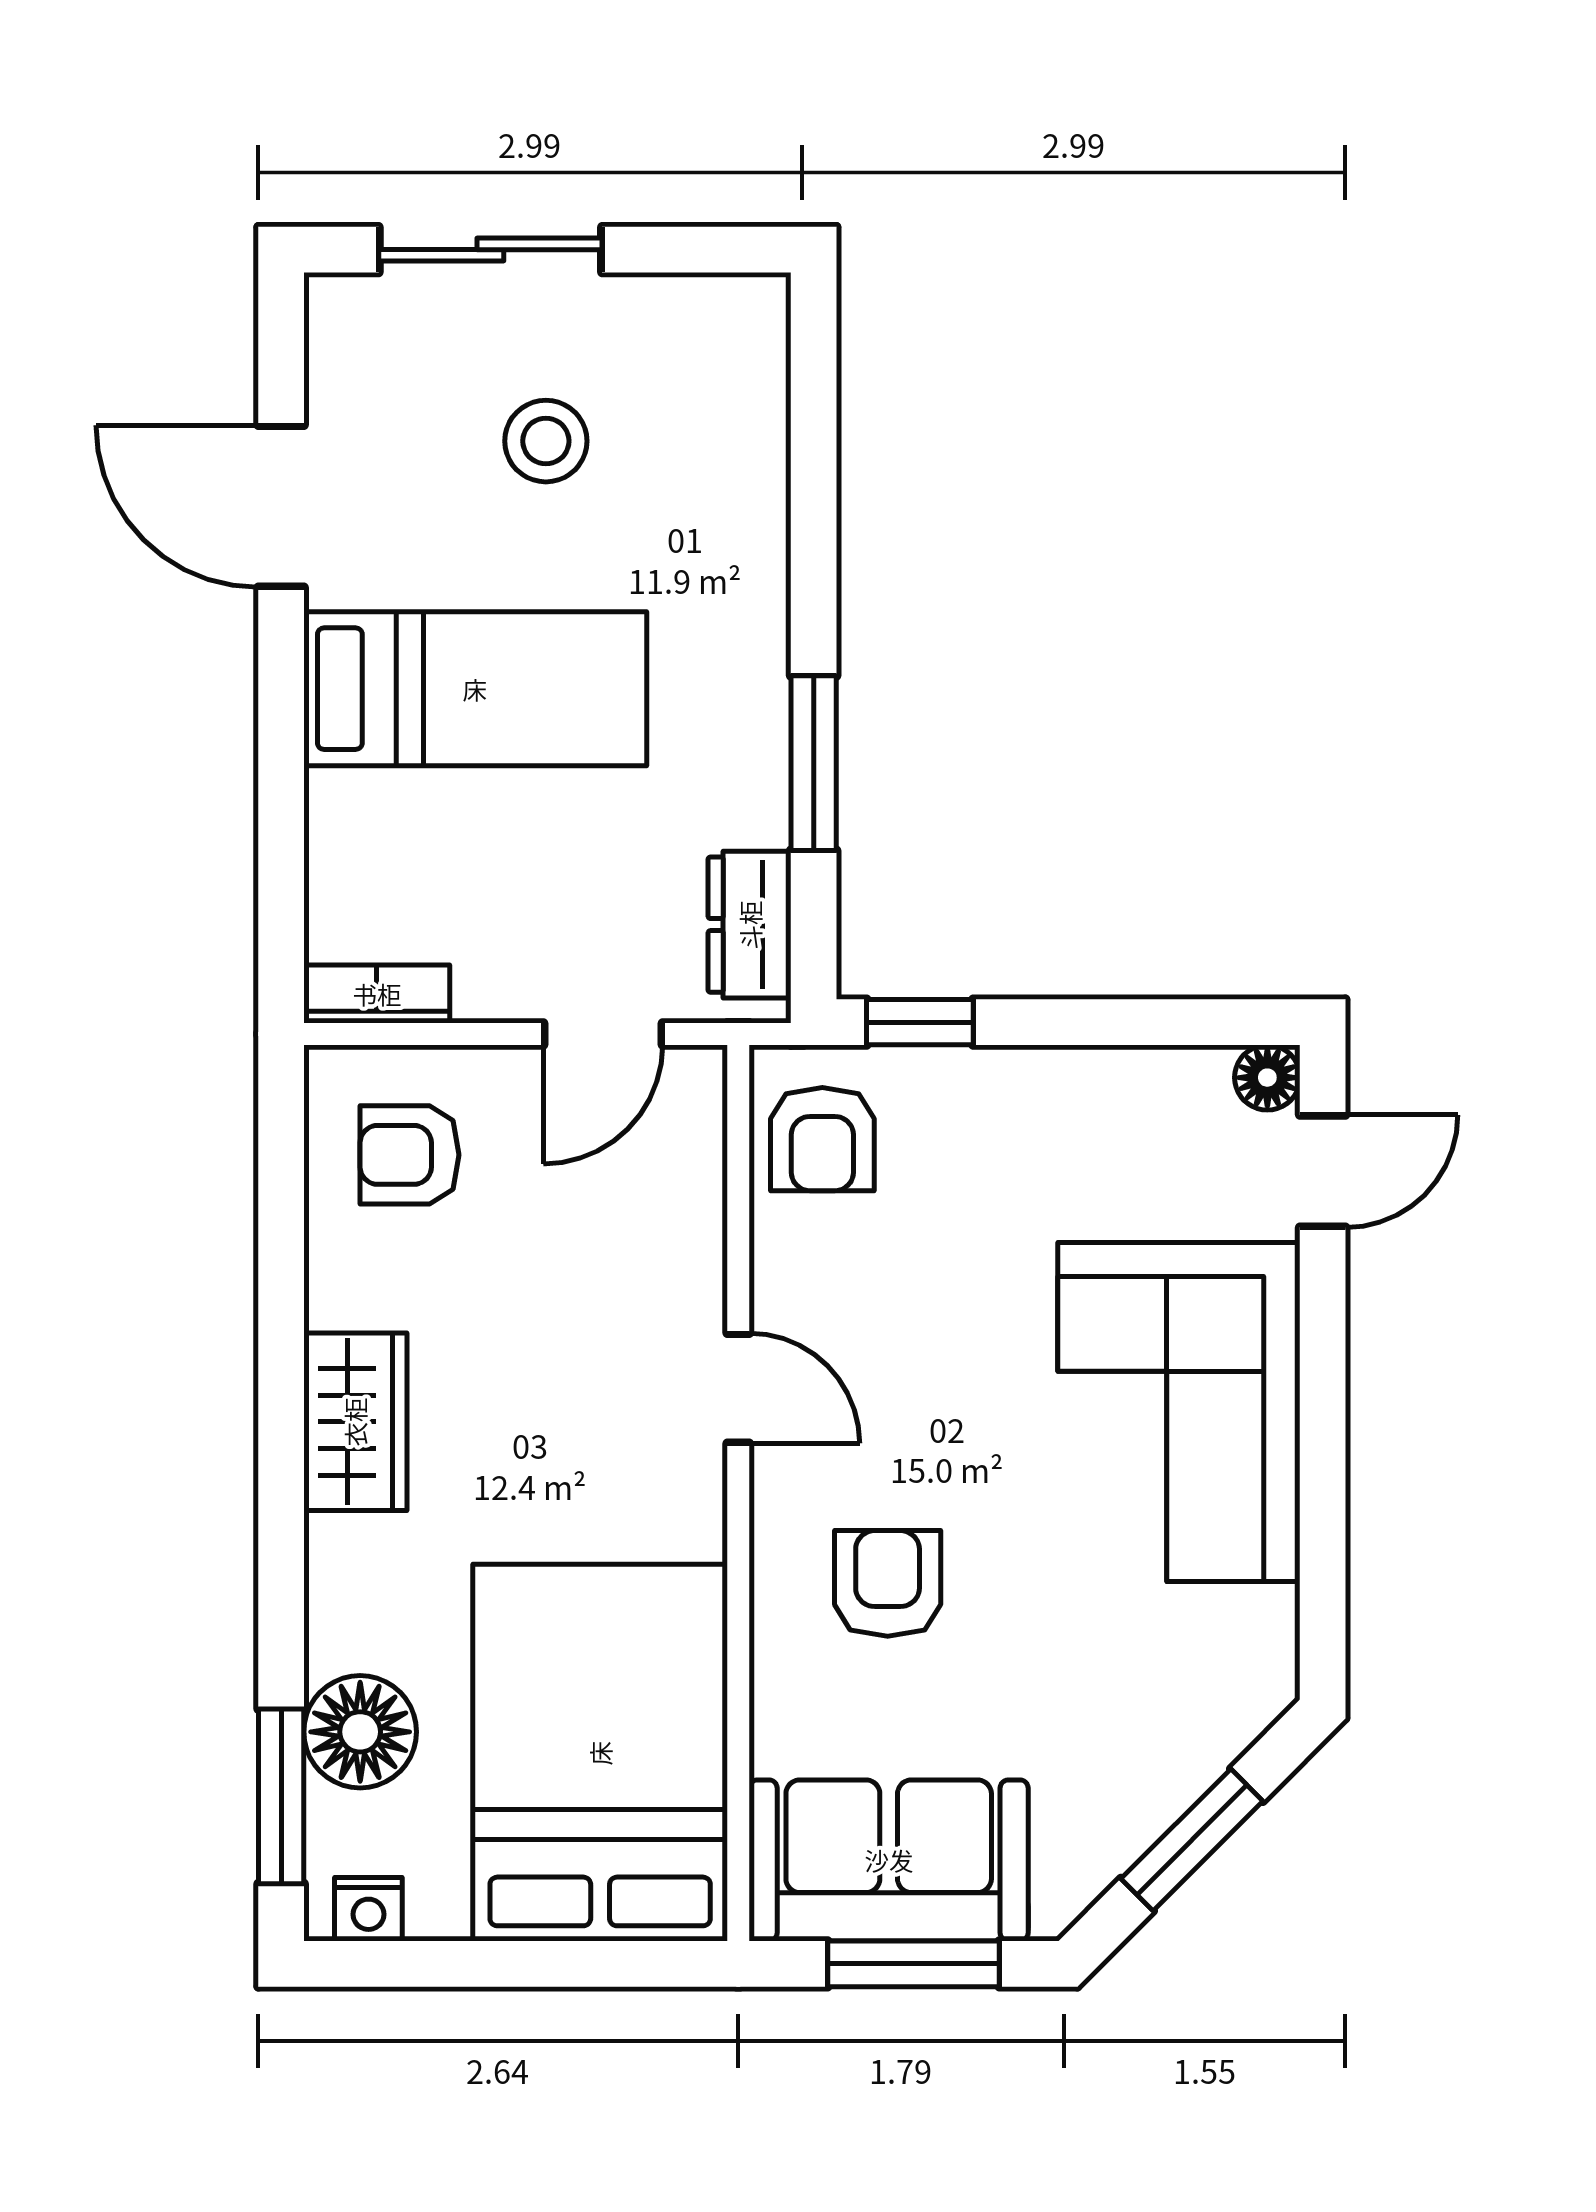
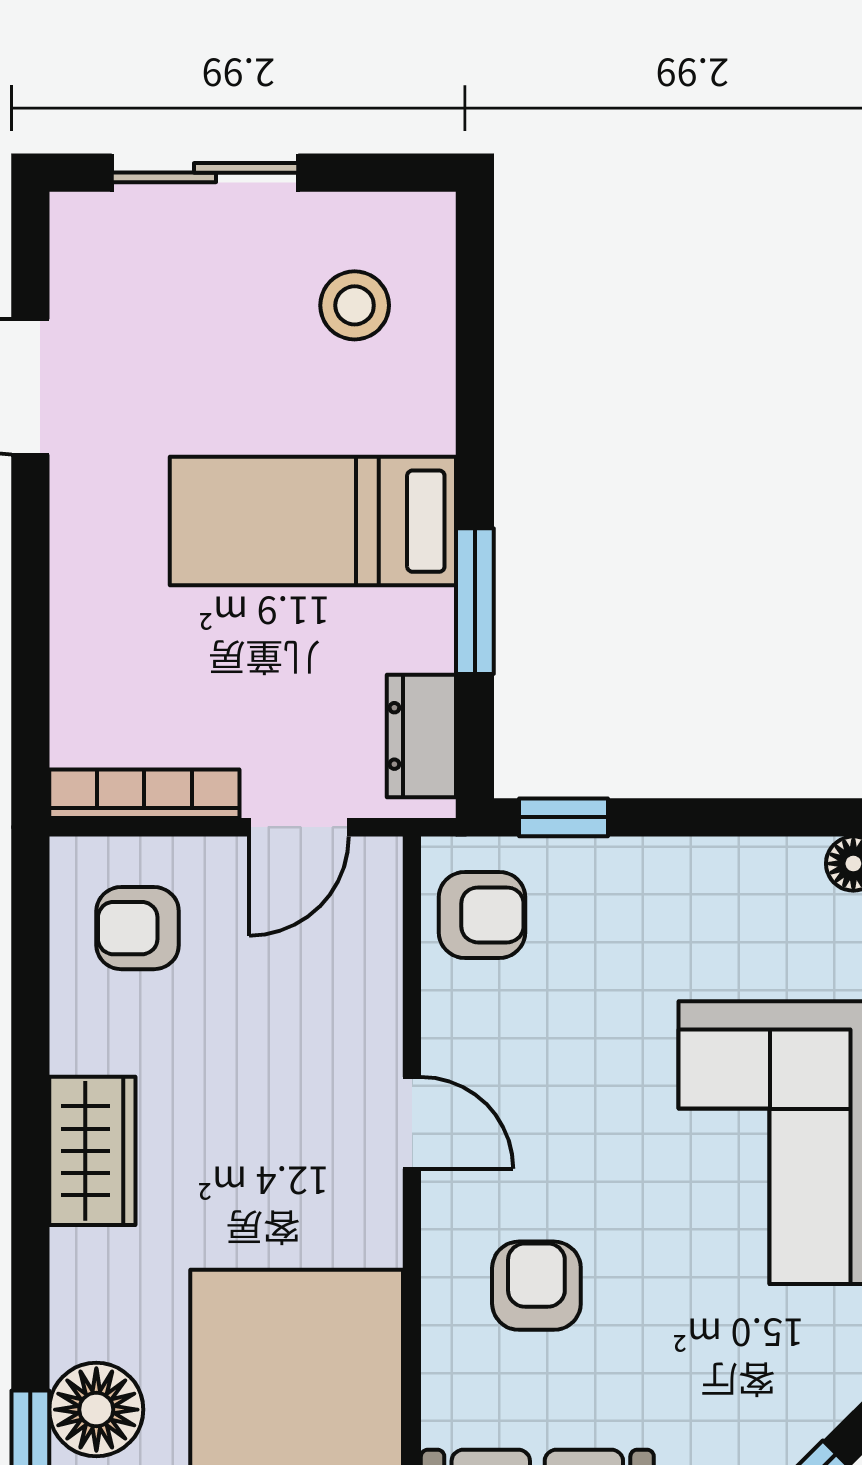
stool: (546, 441) -> (355, 305), moved
bed: (475, 689) -> (313, 521), moved, turned 180
bookcase: (377, 994) -> (144, 794), width x1.56
armchair: (822, 1139) -> (482, 915), turned -90

